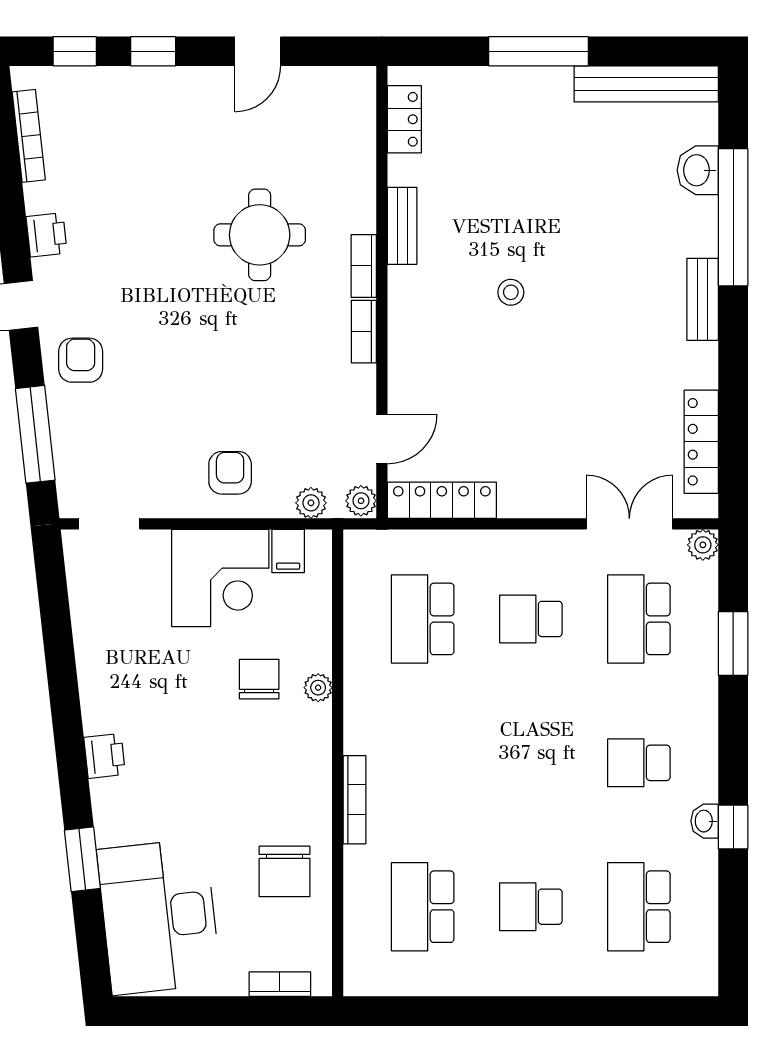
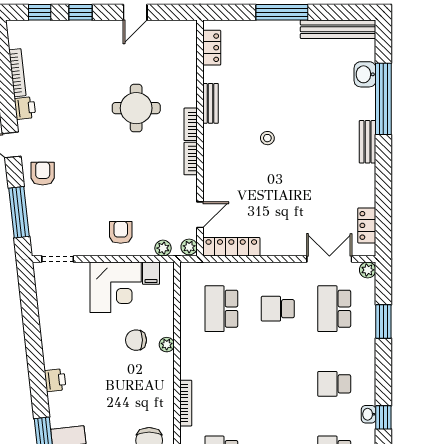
bookcase: (29, 136) -> (17, 73), moved
locker: (701, 442) -> (367, 225), width x0.66
chair: (259, 679) -> (136, 340), turned -90

